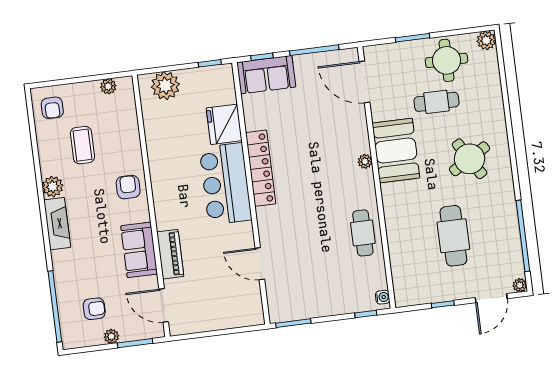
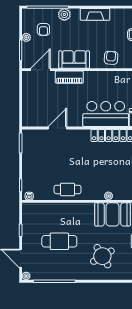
plant: (53, 187) -> (64, 14), moved
armchair: (128, 187) -> (111, 58), turned -87

